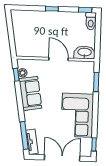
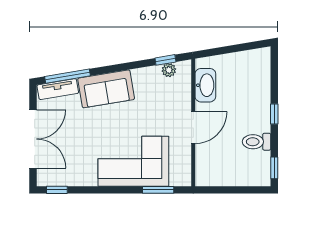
toilet: (91, 21) -> (257, 142), moved
washbasin: (85, 52) -> (205, 85), moved
sofa: (30, 93) -> (106, 89), moved
corner sofa: (77, 115) -> (133, 161), moved

